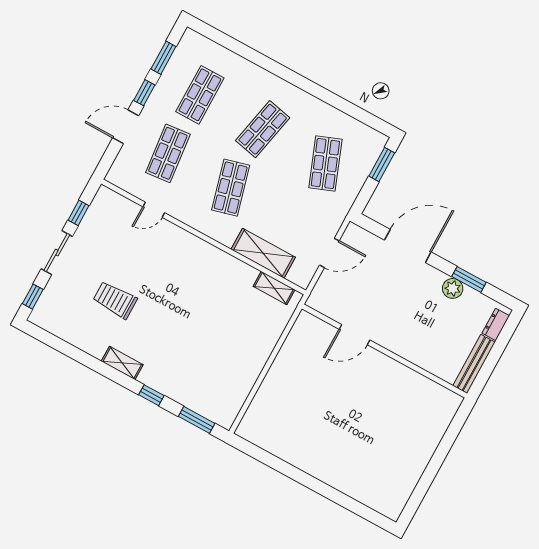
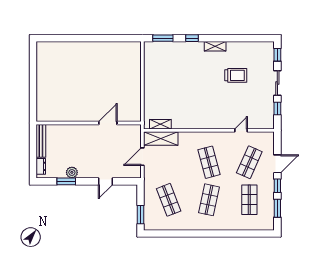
shop shelf: (168, 153) -> (249, 162), turned 30
door: (408, 246) -> (106, 181), width x0.53
shelving: (263, 253) -> (161, 139), moved

